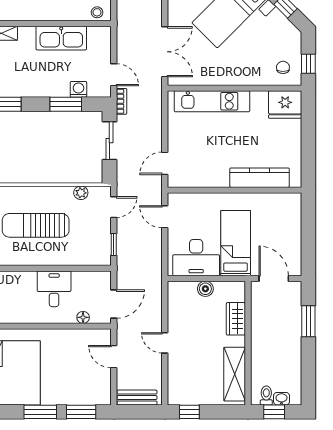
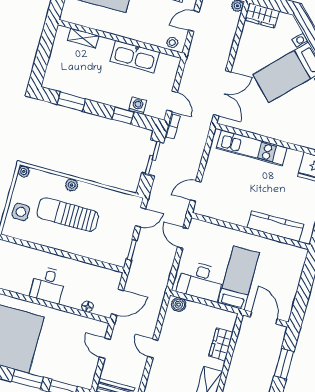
window: (66, 104) -> (123, 116), width x0.67
plant: (81, 193) -> (72, 185), moved
desk: (54, 289) -> (48, 285), moved, turned 180
boiler: (205, 289) -> (179, 305), moved

